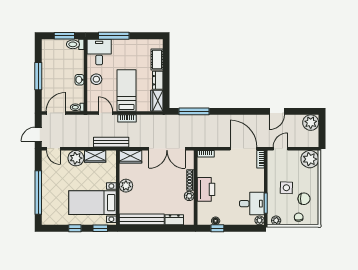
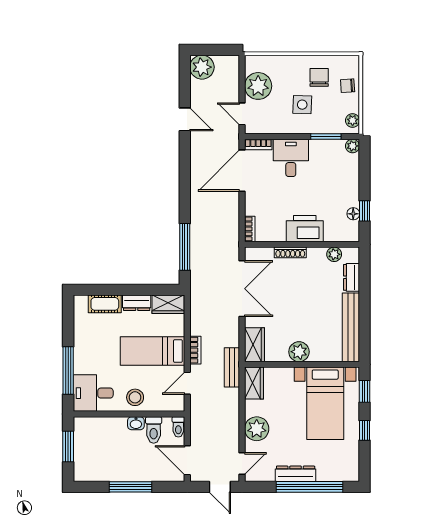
toilet: (75, 44) -> (154, 430), moved
bench: (111, 142) -> (232, 367), width x0.73
wardrobe: (95, 156) -> (254, 383), moved
plant: (310, 159) -> (258, 86), moved
dresser: (47, 183) -> (296, 474), added
plant: (189, 196) -> (334, 254), moved
desk: (252, 204) -> (291, 158), moved

